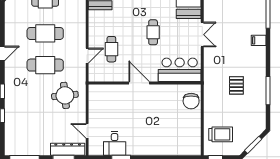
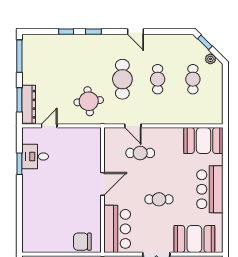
cafe table: (45, 33) -> (158, 79), width x0.73, depth x0.74

